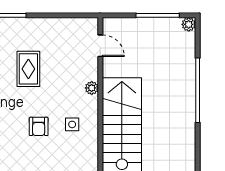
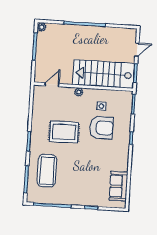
rug: (28, 69) -> (64, 132), width x1.36, depth x1.43
armchair: (39, 126) -> (101, 128), width x1.88, depth x1.88

